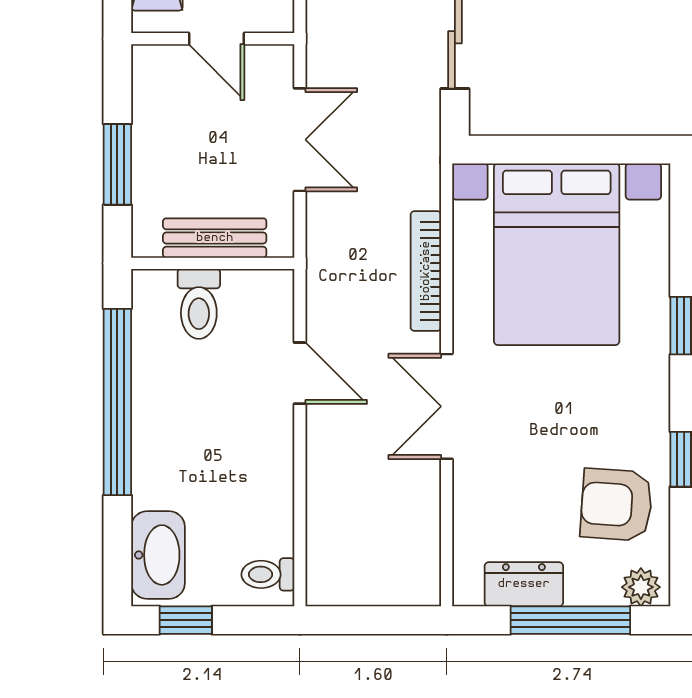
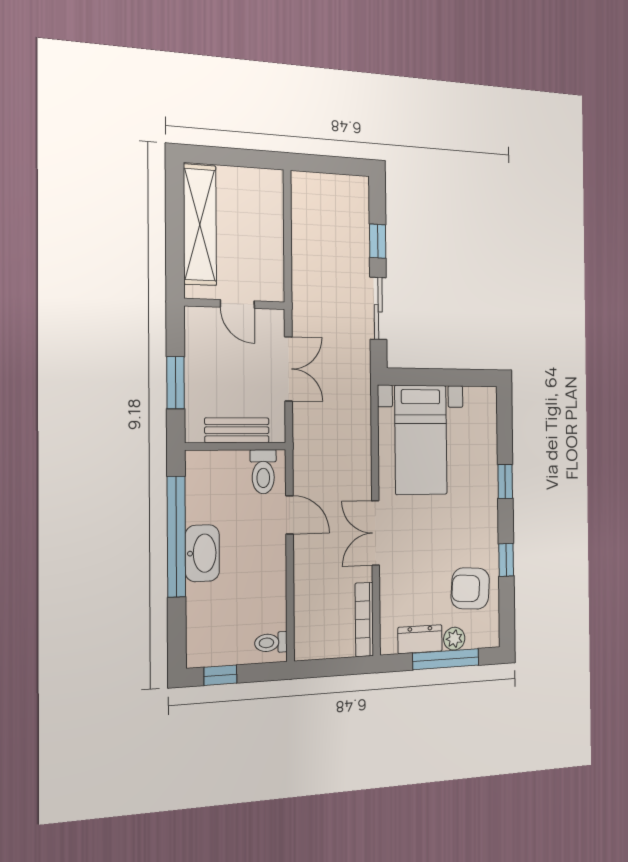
bed with nightstands: (557, 254) -> (421, 440), width x0.73
bookcase: (426, 271) -> (364, 619), moved
toilet: (199, 304) -> (263, 472), moved
washbasin: (158, 555) -> (202, 553), moved
plant: (641, 587) -> (454, 639), moved

